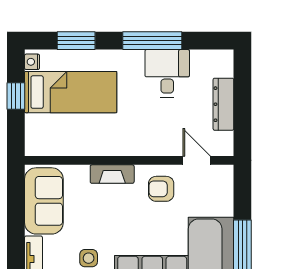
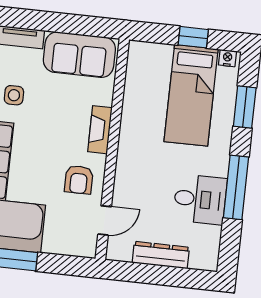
armchair: (161, 189) -> (79, 180), turned 180

